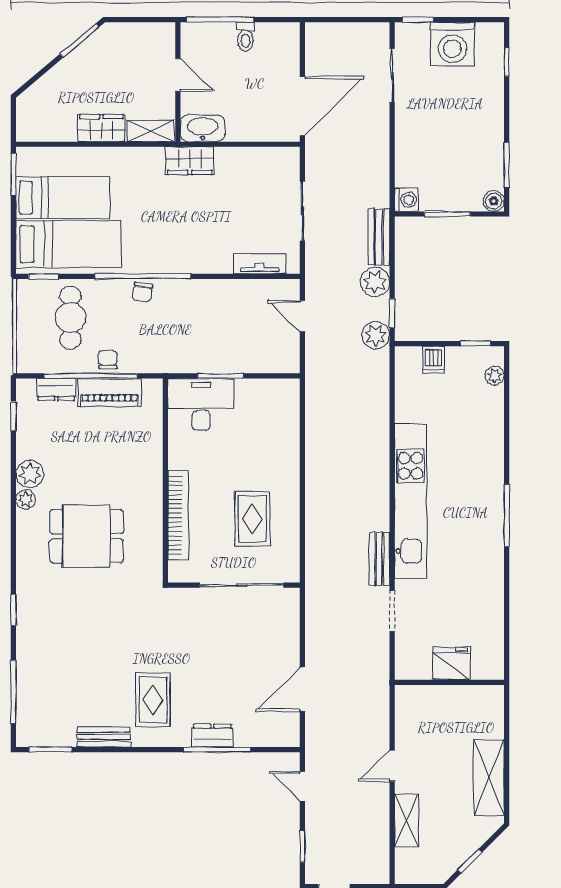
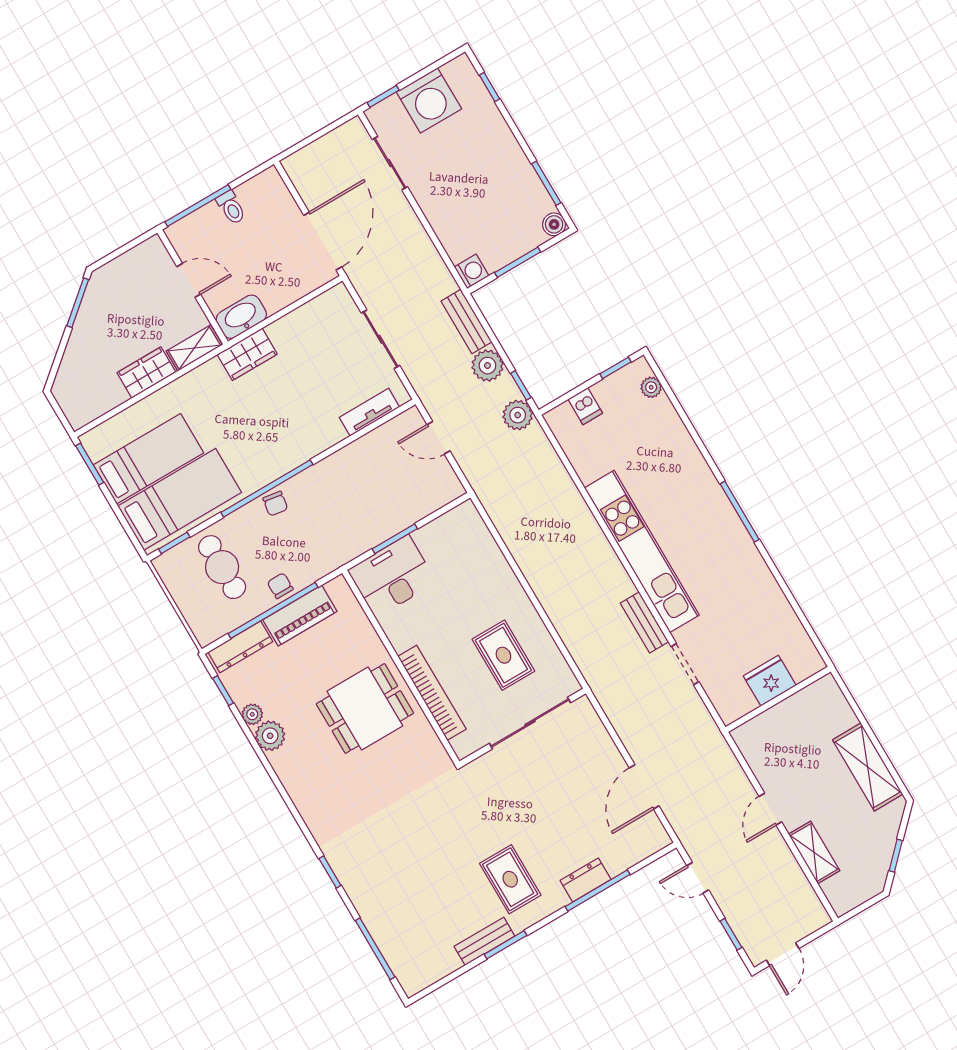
dresser: (56, 389) -> (240, 647), width x1.44
plant: (26, 499) -> (252, 714), moved
dining table: (87, 536) -> (365, 708), moved
window: (50, 750) -> (505, 945), moved

